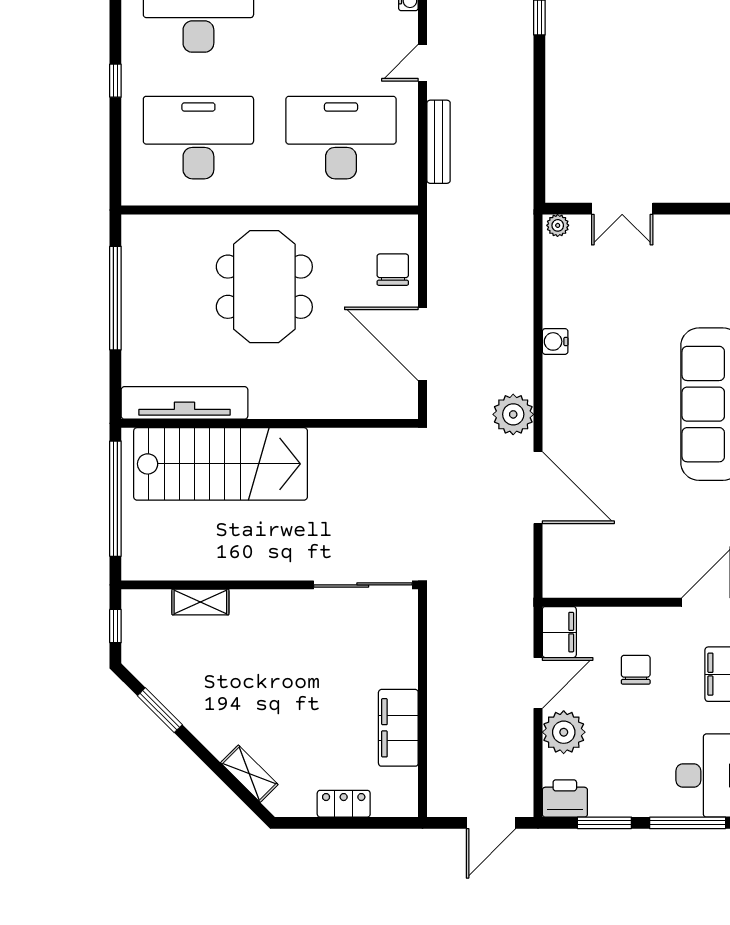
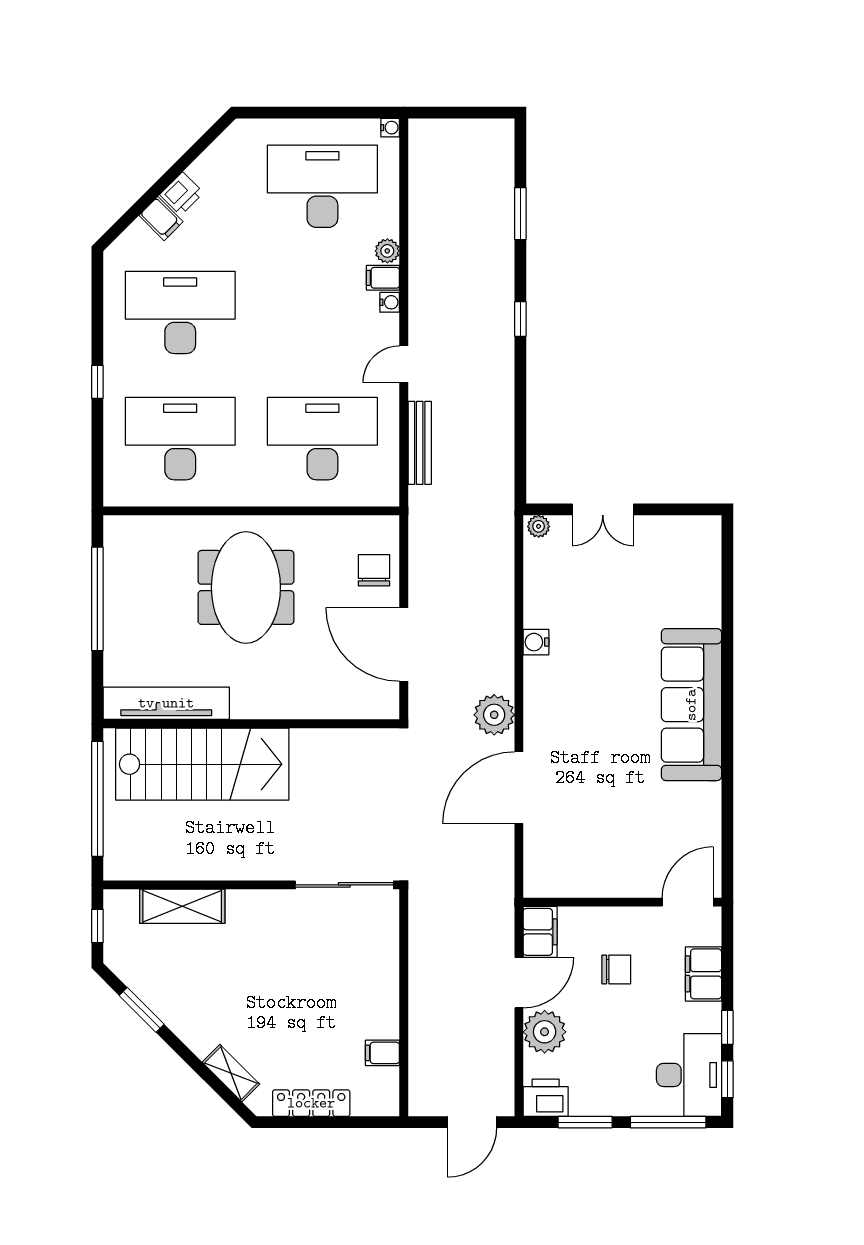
door: (538, 488) -> (519, 788), swing flipped
shelving: (200, 602) -> (182, 906), width x1.50, depth x1.33
chair: (636, 670) -> (616, 969), turned 90
filing cabinet: (398, 728) -> (382, 1053), width x0.33, depth x0.86
locker: (344, 804) -> (311, 1103), width x1.53

